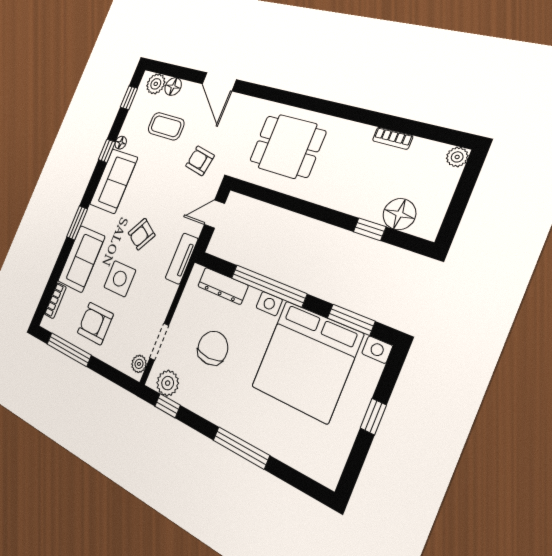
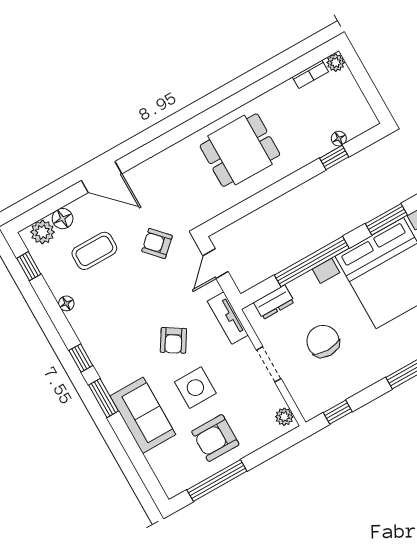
bookcase: (393, 138) -> (310, 74), moved
dining table: (287, 146) -> (240, 150), moved
window: (107, 151) -> (81, 358), moved
armchair: (200, 161) -> (157, 243), turned 36
sofa: (114, 181) -> (98, 335), removed
floor lamp: (399, 214) -> (339, 139), width x0.53, depth x0.53
dresser: (223, 286) -> (274, 302), width x0.70
bookcase: (55, 301) -> (159, 468), removed
doorway: (159, 342) -> (269, 364), moved
plant: (168, 383) -> (320, 400), removed

